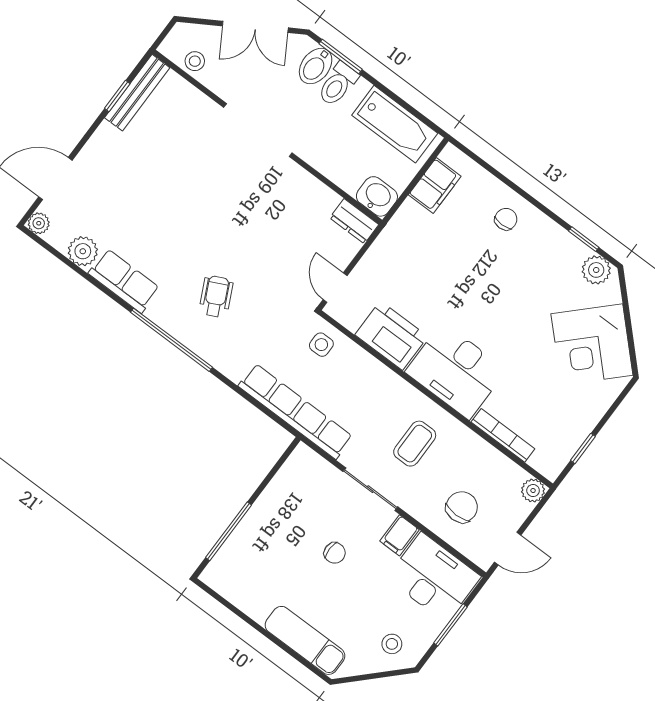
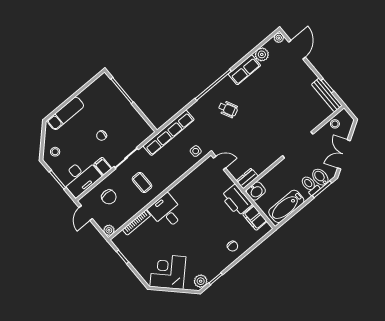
printer: (391, 336) -> (236, 200), moved, turned 90
desk: (456, 371) -> (166, 212), width x0.73

